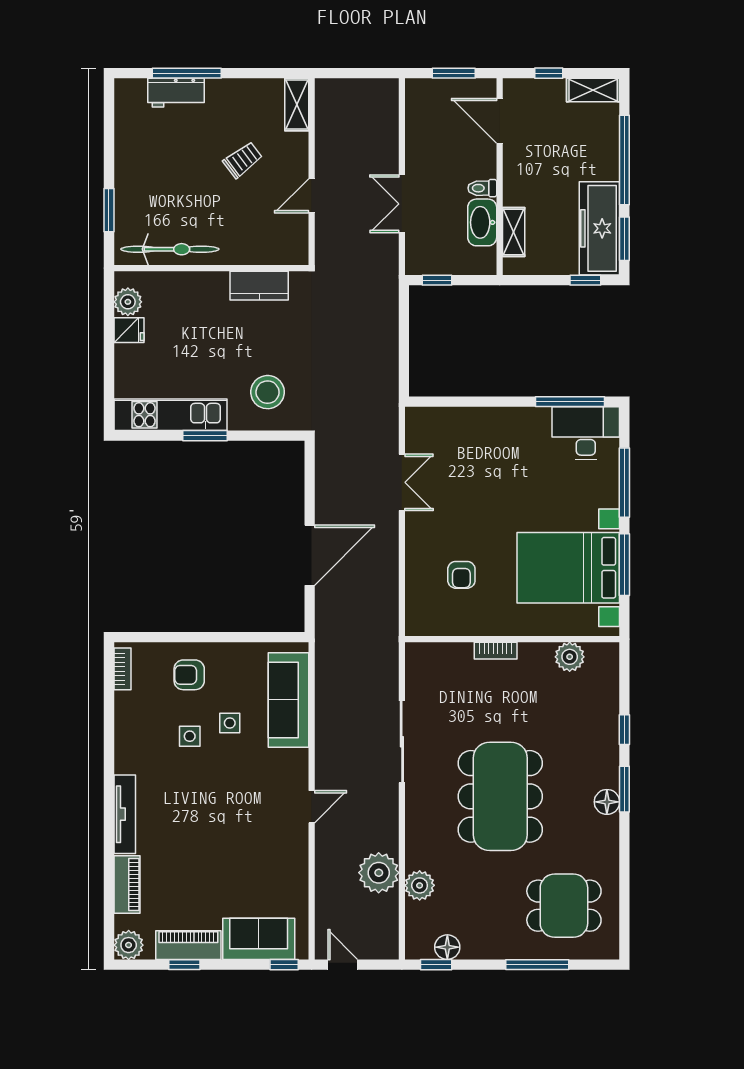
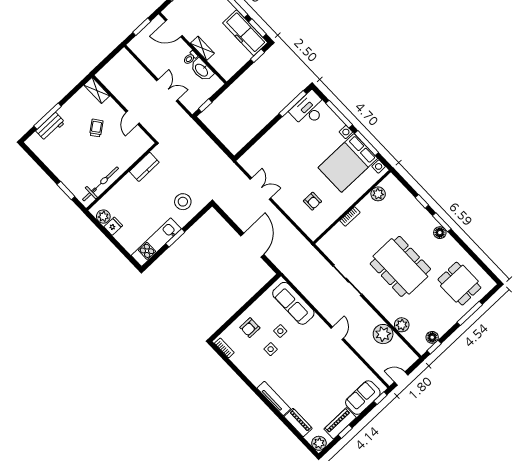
double door: (402, 204) -> (167, 90), swing flipped
shelving: (514, 232) -> (202, 48), moved
dining table: (564, 906) -> (459, 284), turned 90

